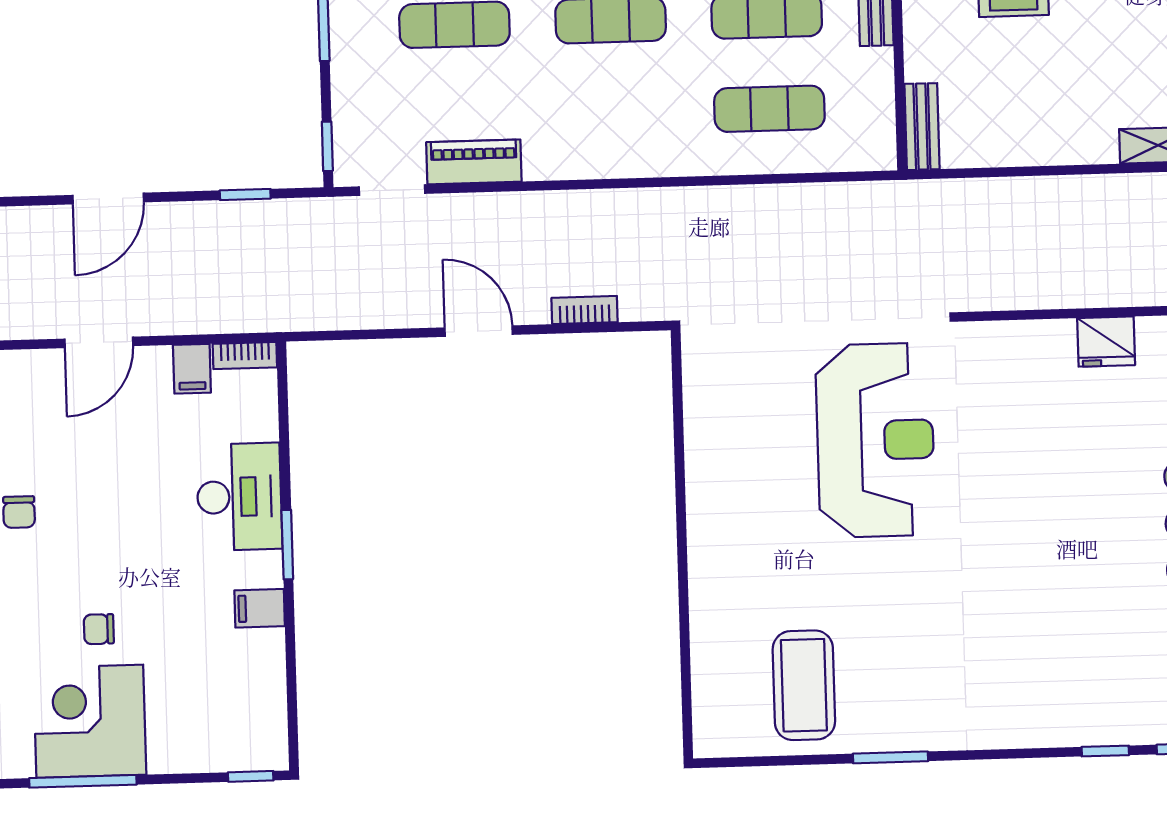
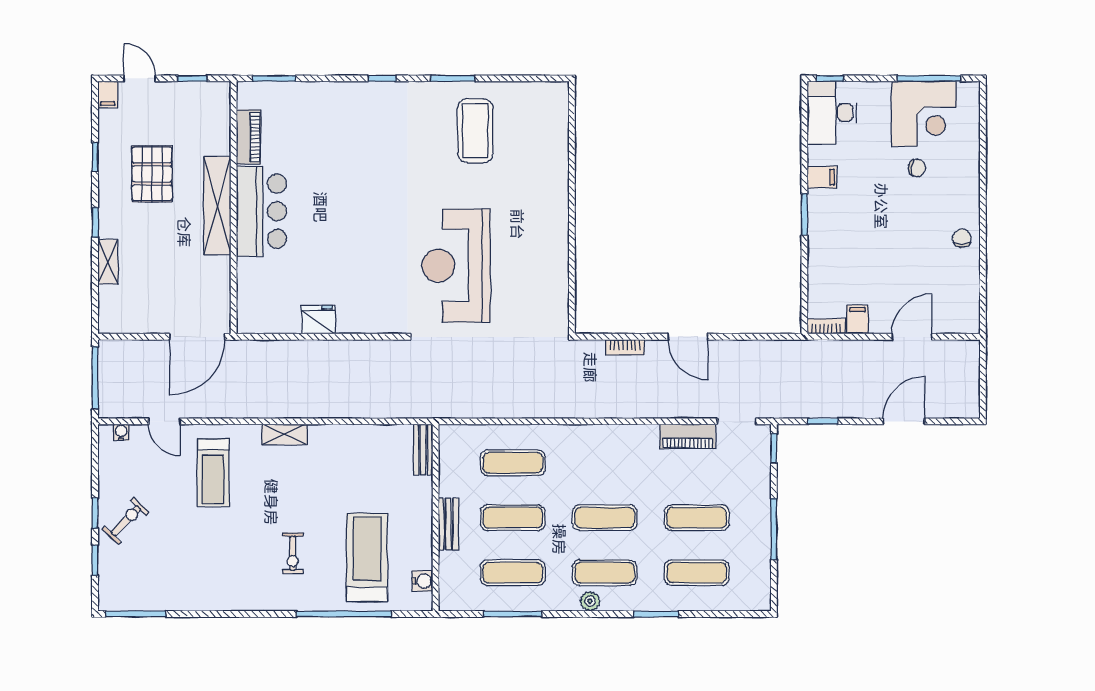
desk: (239, 497) -> (832, 113), moved
coffee table: (804, 685) -> (475, 131), moved
window: (1105, 751) -> (382, 78), moved

